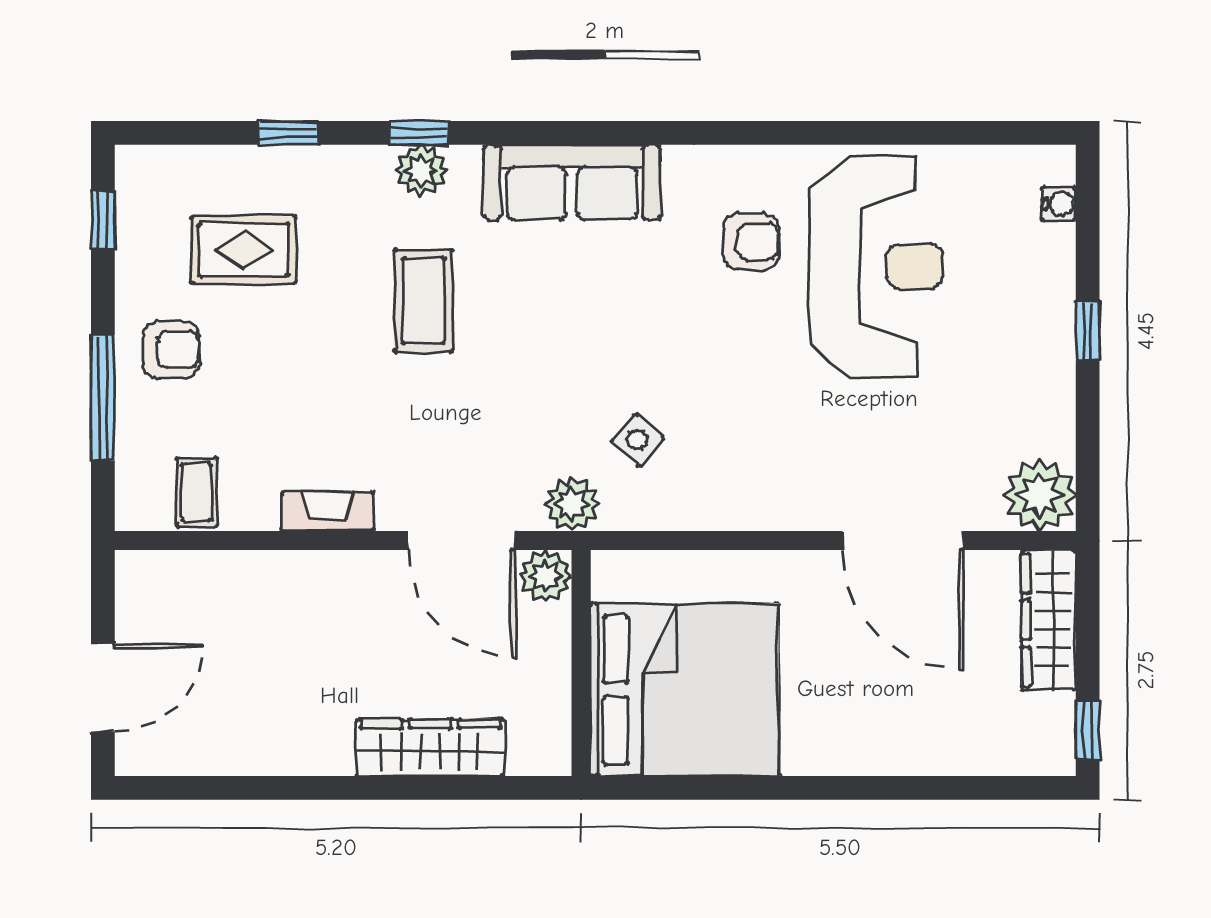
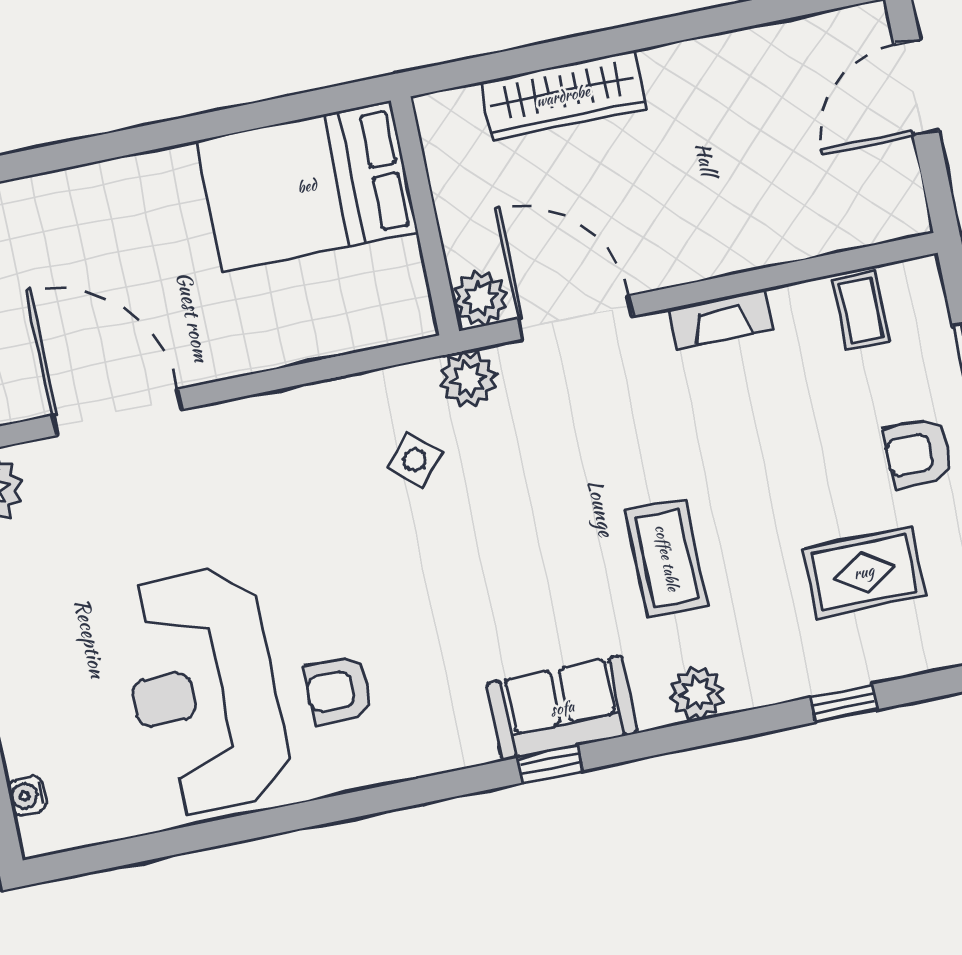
window: (419, 133) -> (551, 764), moved
sofa: (572, 182) -> (562, 708), width x0.73
bed: (684, 690) -> (307, 186), width x0.73

